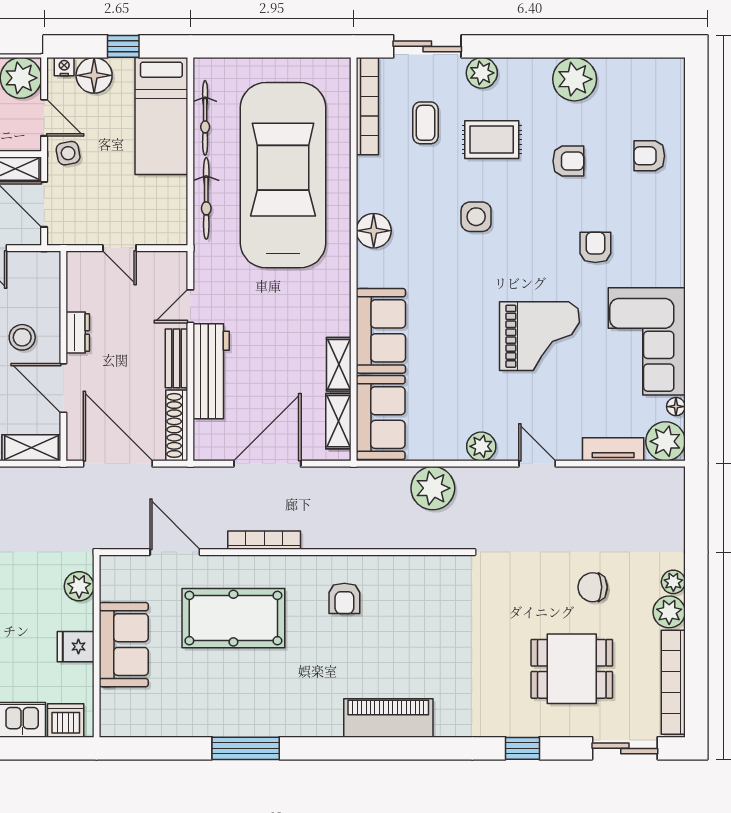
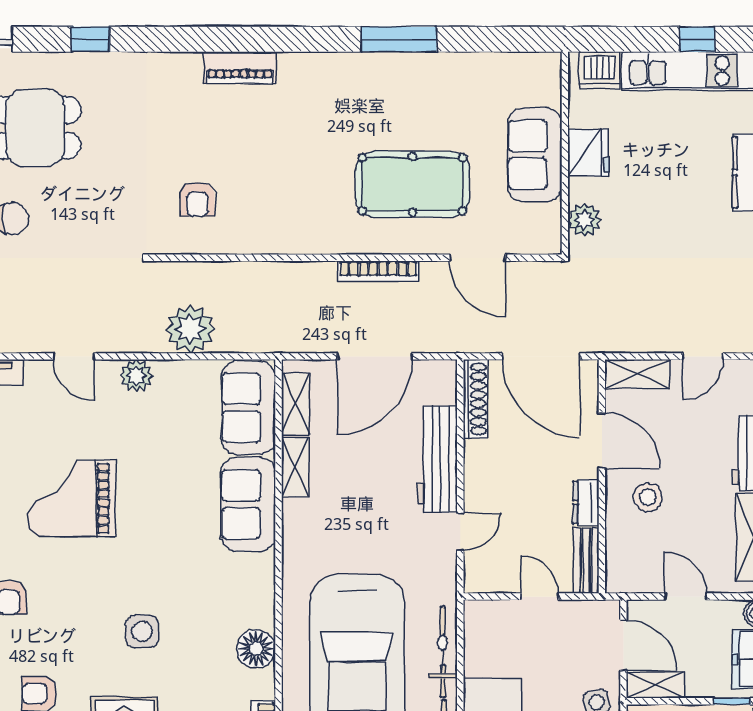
floor lamp: (374, 231) -> (256, 649), moved
bench: (176, 358) -> (586, 561), moved
armchair: (344, 598) -> (197, 199), moved, turned 180
fridge: (76, 647) -> (588, 153), width x1.38
piano: (388, 718) -> (240, 68), width x0.73, depth x0.75

